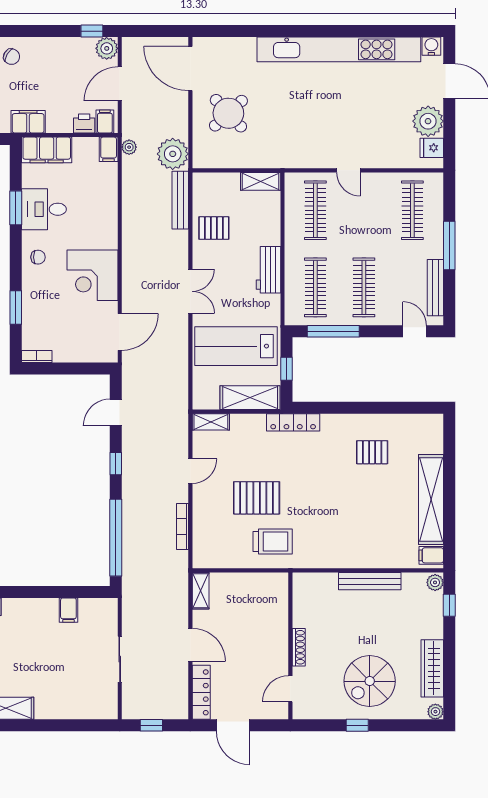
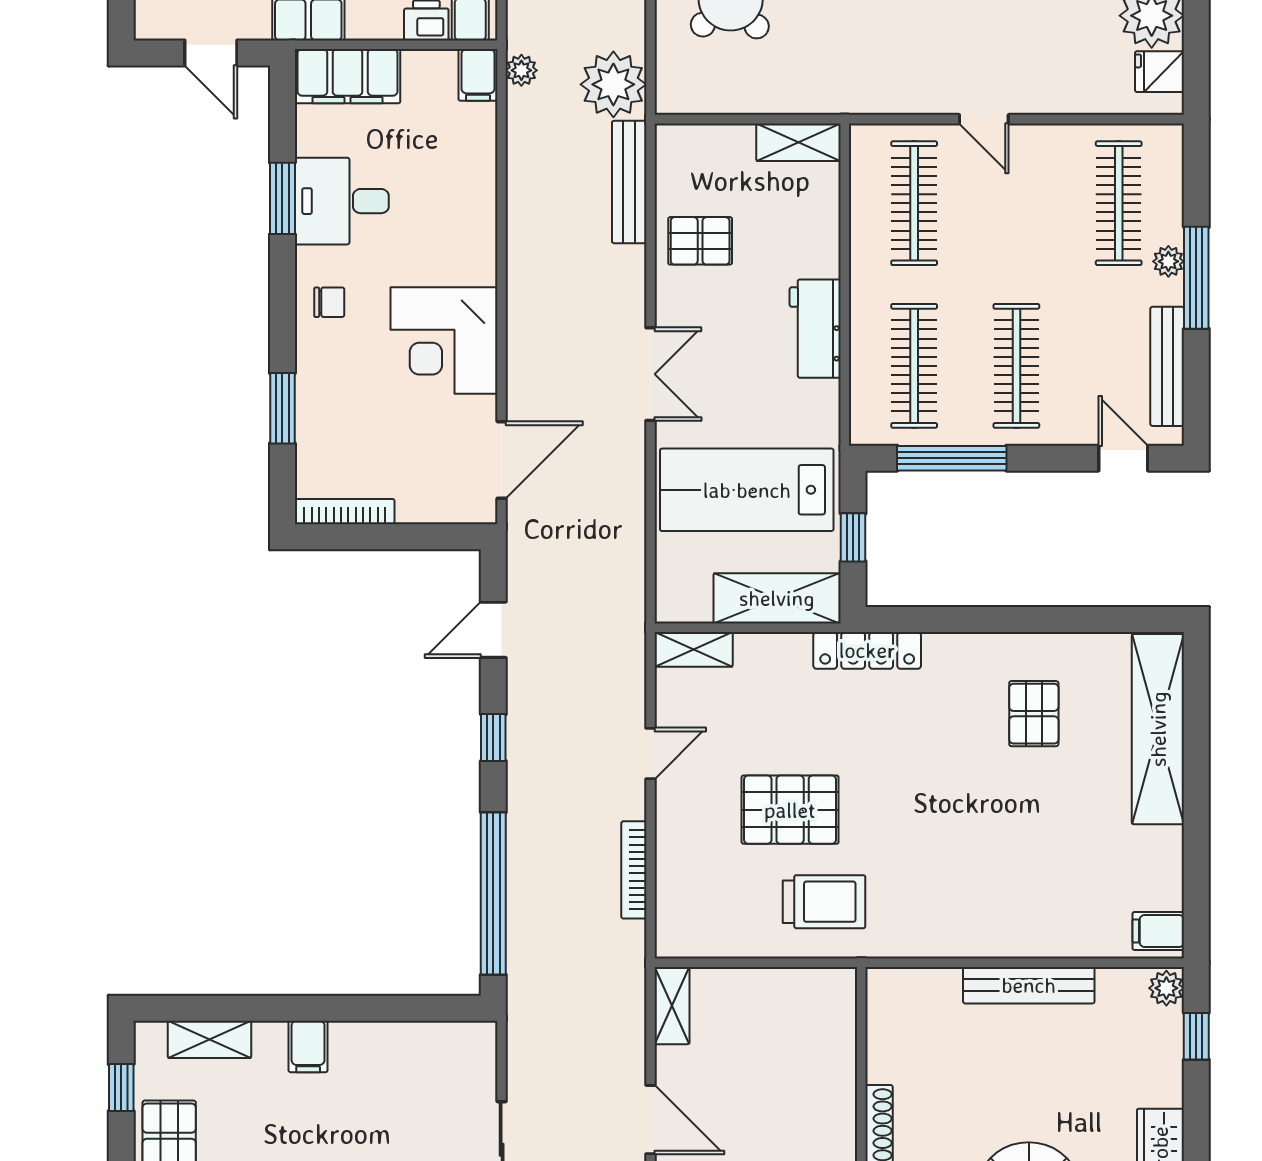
plant: (436, 238) -> (1168, 261), added
bookcase: (37, 356) -> (345, 512), width x1.56
pallet: (372, 452) -> (1034, 714), turned 90
shelving: (431, 500) -> (1158, 729), moved
filing cabinet: (68, 610) -> (308, 1046), moved

